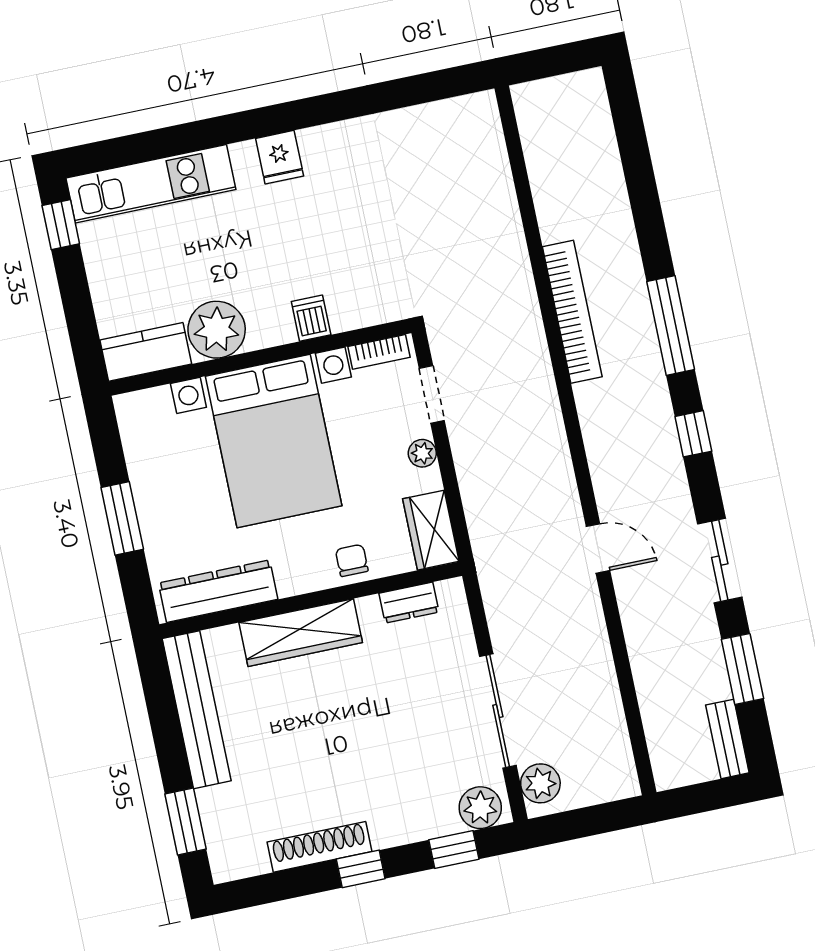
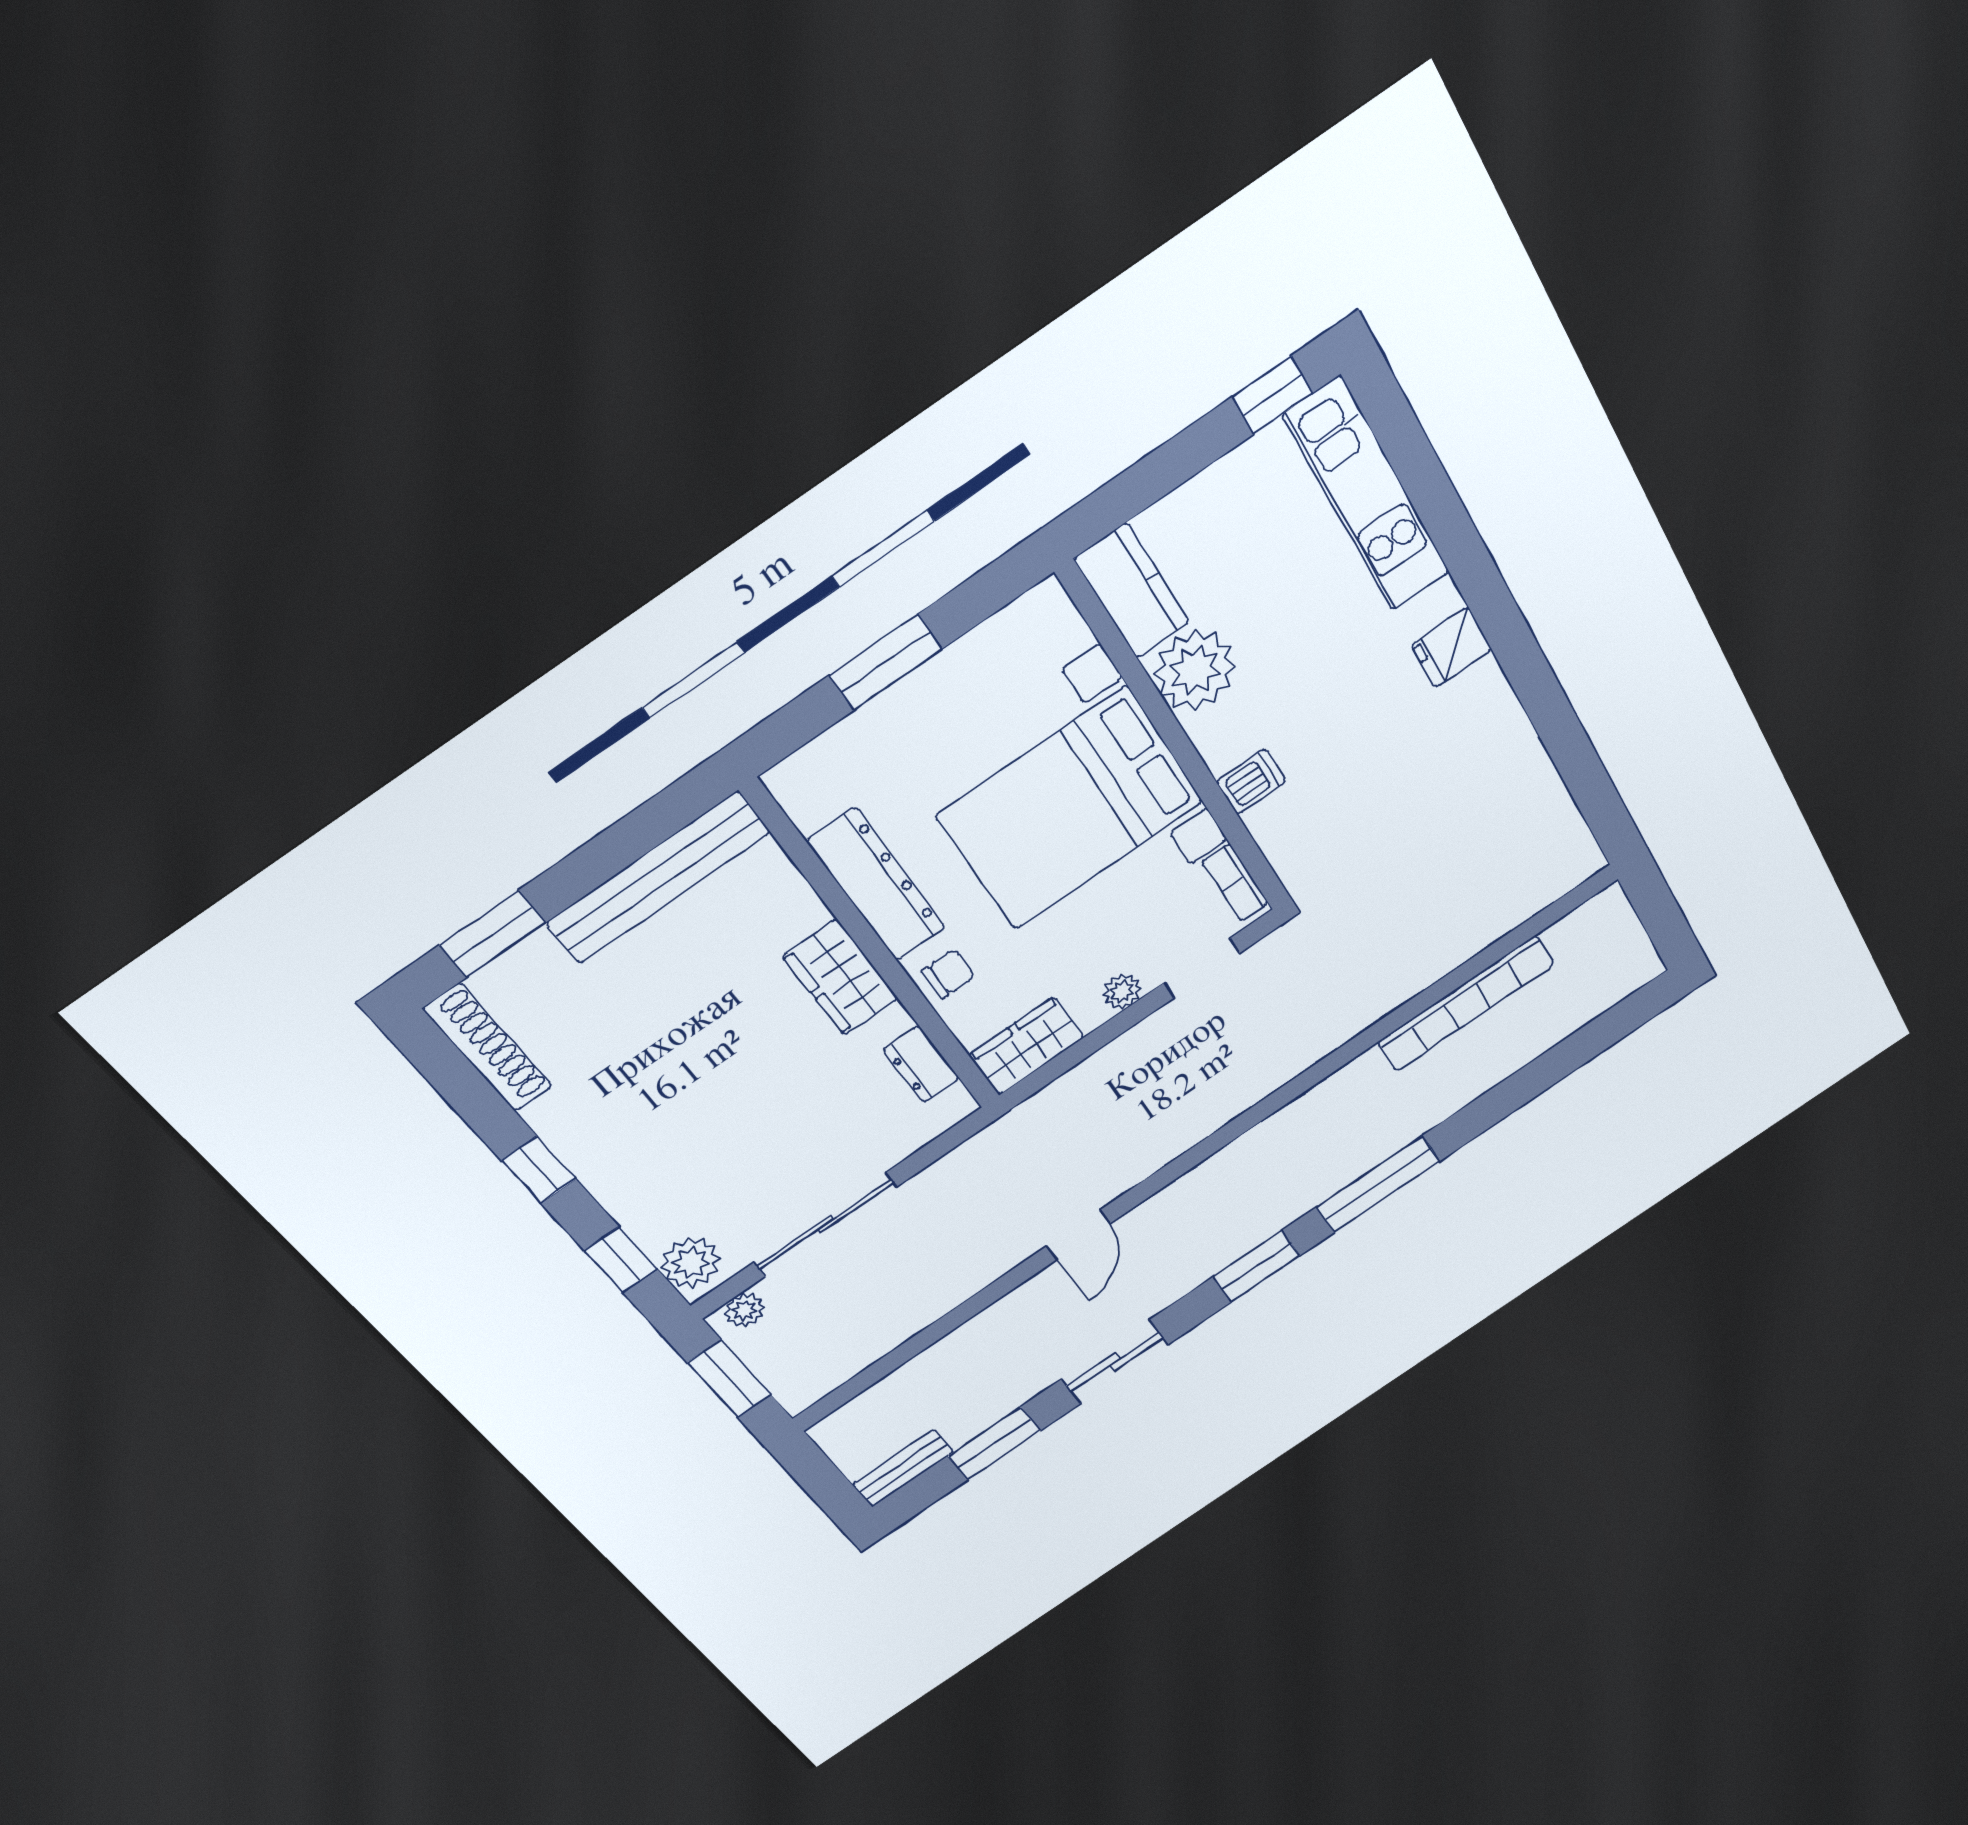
bookcase: (572, 312) -> (1466, 1003), moved
window: (693, 434) -> (1257, 1266), width x1.50
dresser: (218, 591) -> (877, 885), moved
wardrobe: (301, 633) -> (840, 977), width x0.67
plant: (540, 783) -> (744, 1310), width x0.73, depth x0.73
window: (585, 822) -> (729, 1379), added
shoe rack: (319, 847) -> (488, 1048), moved

